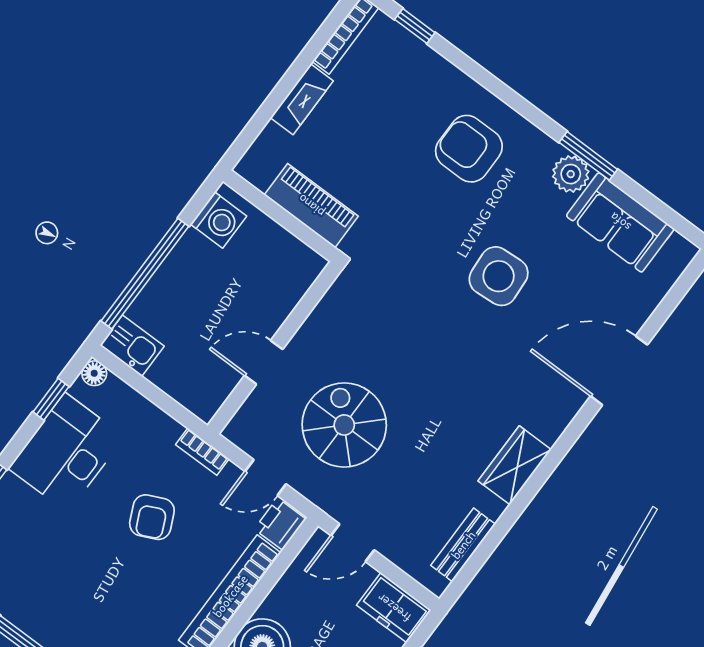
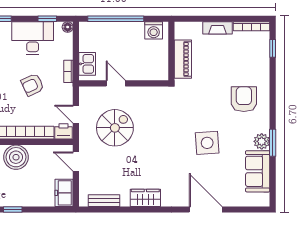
kitchen sink: (132, 346) -> (87, 64), moved
bookcase: (202, 452) -> (68, 71), moved

